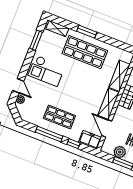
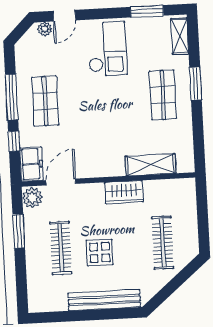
shop shelf: (85, 52) -> (163, 95), width x0.70, depth x0.74
checkout: (46, 71) -> (107, 49), turned 180
shelving: (109, 104) -> (100, 167), removed
plant: (120, 152) -> (32, 198), moved

